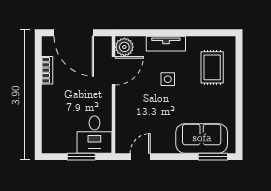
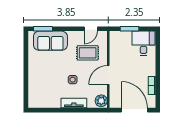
rug: (212, 67) -> (88, 53), moved, turned 90
door: (114, 71) -> (108, 75), moved
desk: (94, 135) -> (143, 43), moved

